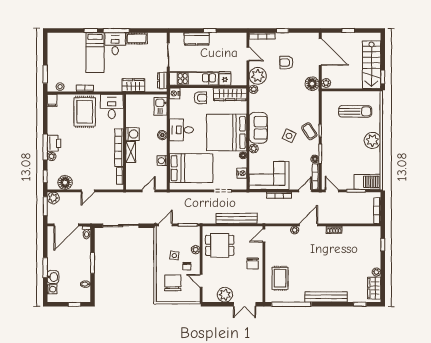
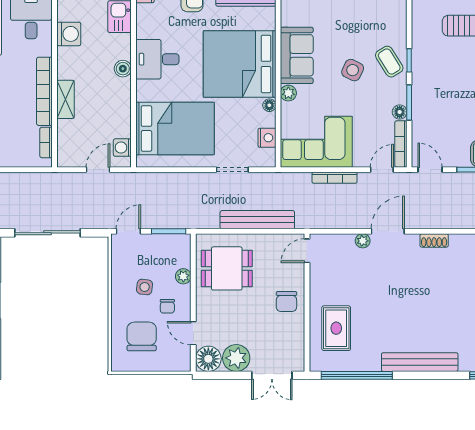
washing machine: (133, 134) -> (69, 34), moved
washing machine: (162, 161) -> (122, 148), moved
floor lamp: (210, 295) -> (208, 359), added

